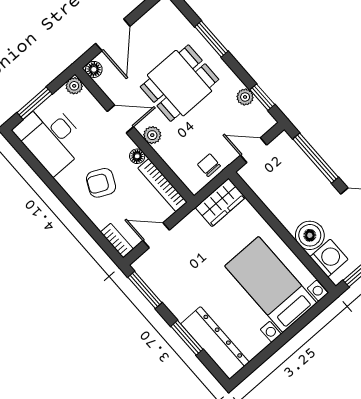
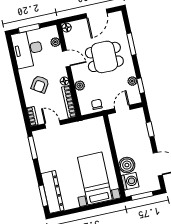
door: (113, 35) -> (96, 13), moved
plant: (74, 86) -> (55, 42), moved
plant: (152, 135) -> (80, 86), moved
door: (254, 150) -> (122, 109), hinge flipped
window: (316, 158) -> (150, 129), width x0.46
armchair: (101, 183) -> (40, 84), turned -84
wardrobe: (220, 202) -> (92, 125), removed
window: (187, 338) -> (43, 196), moved

